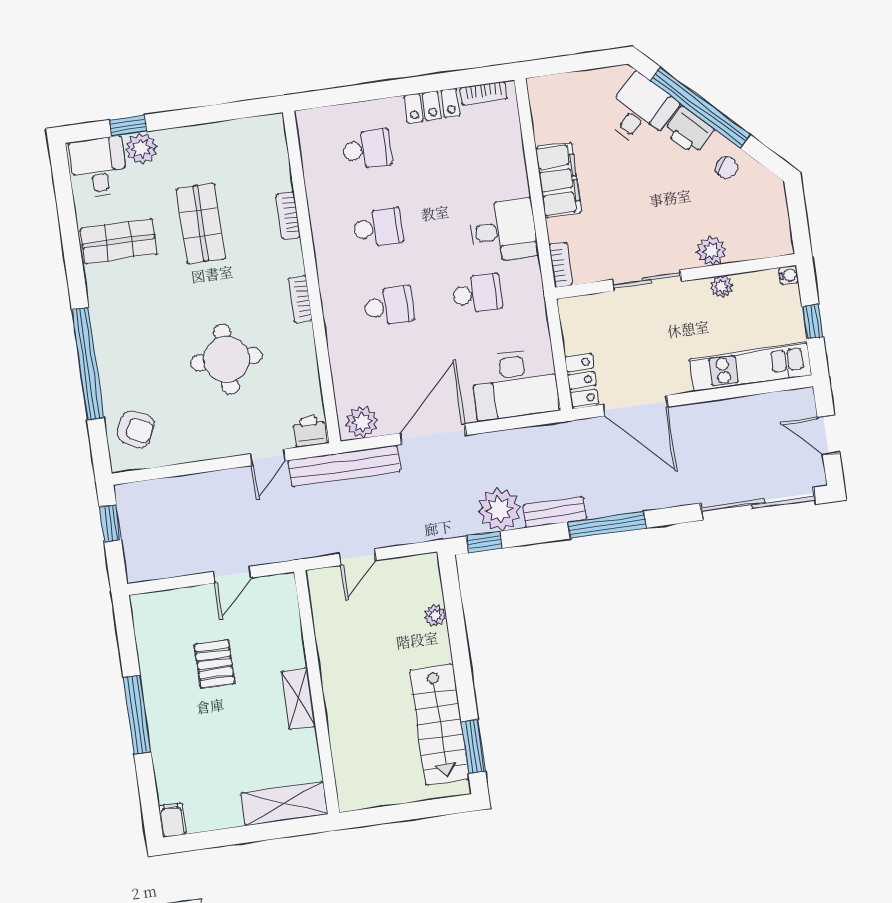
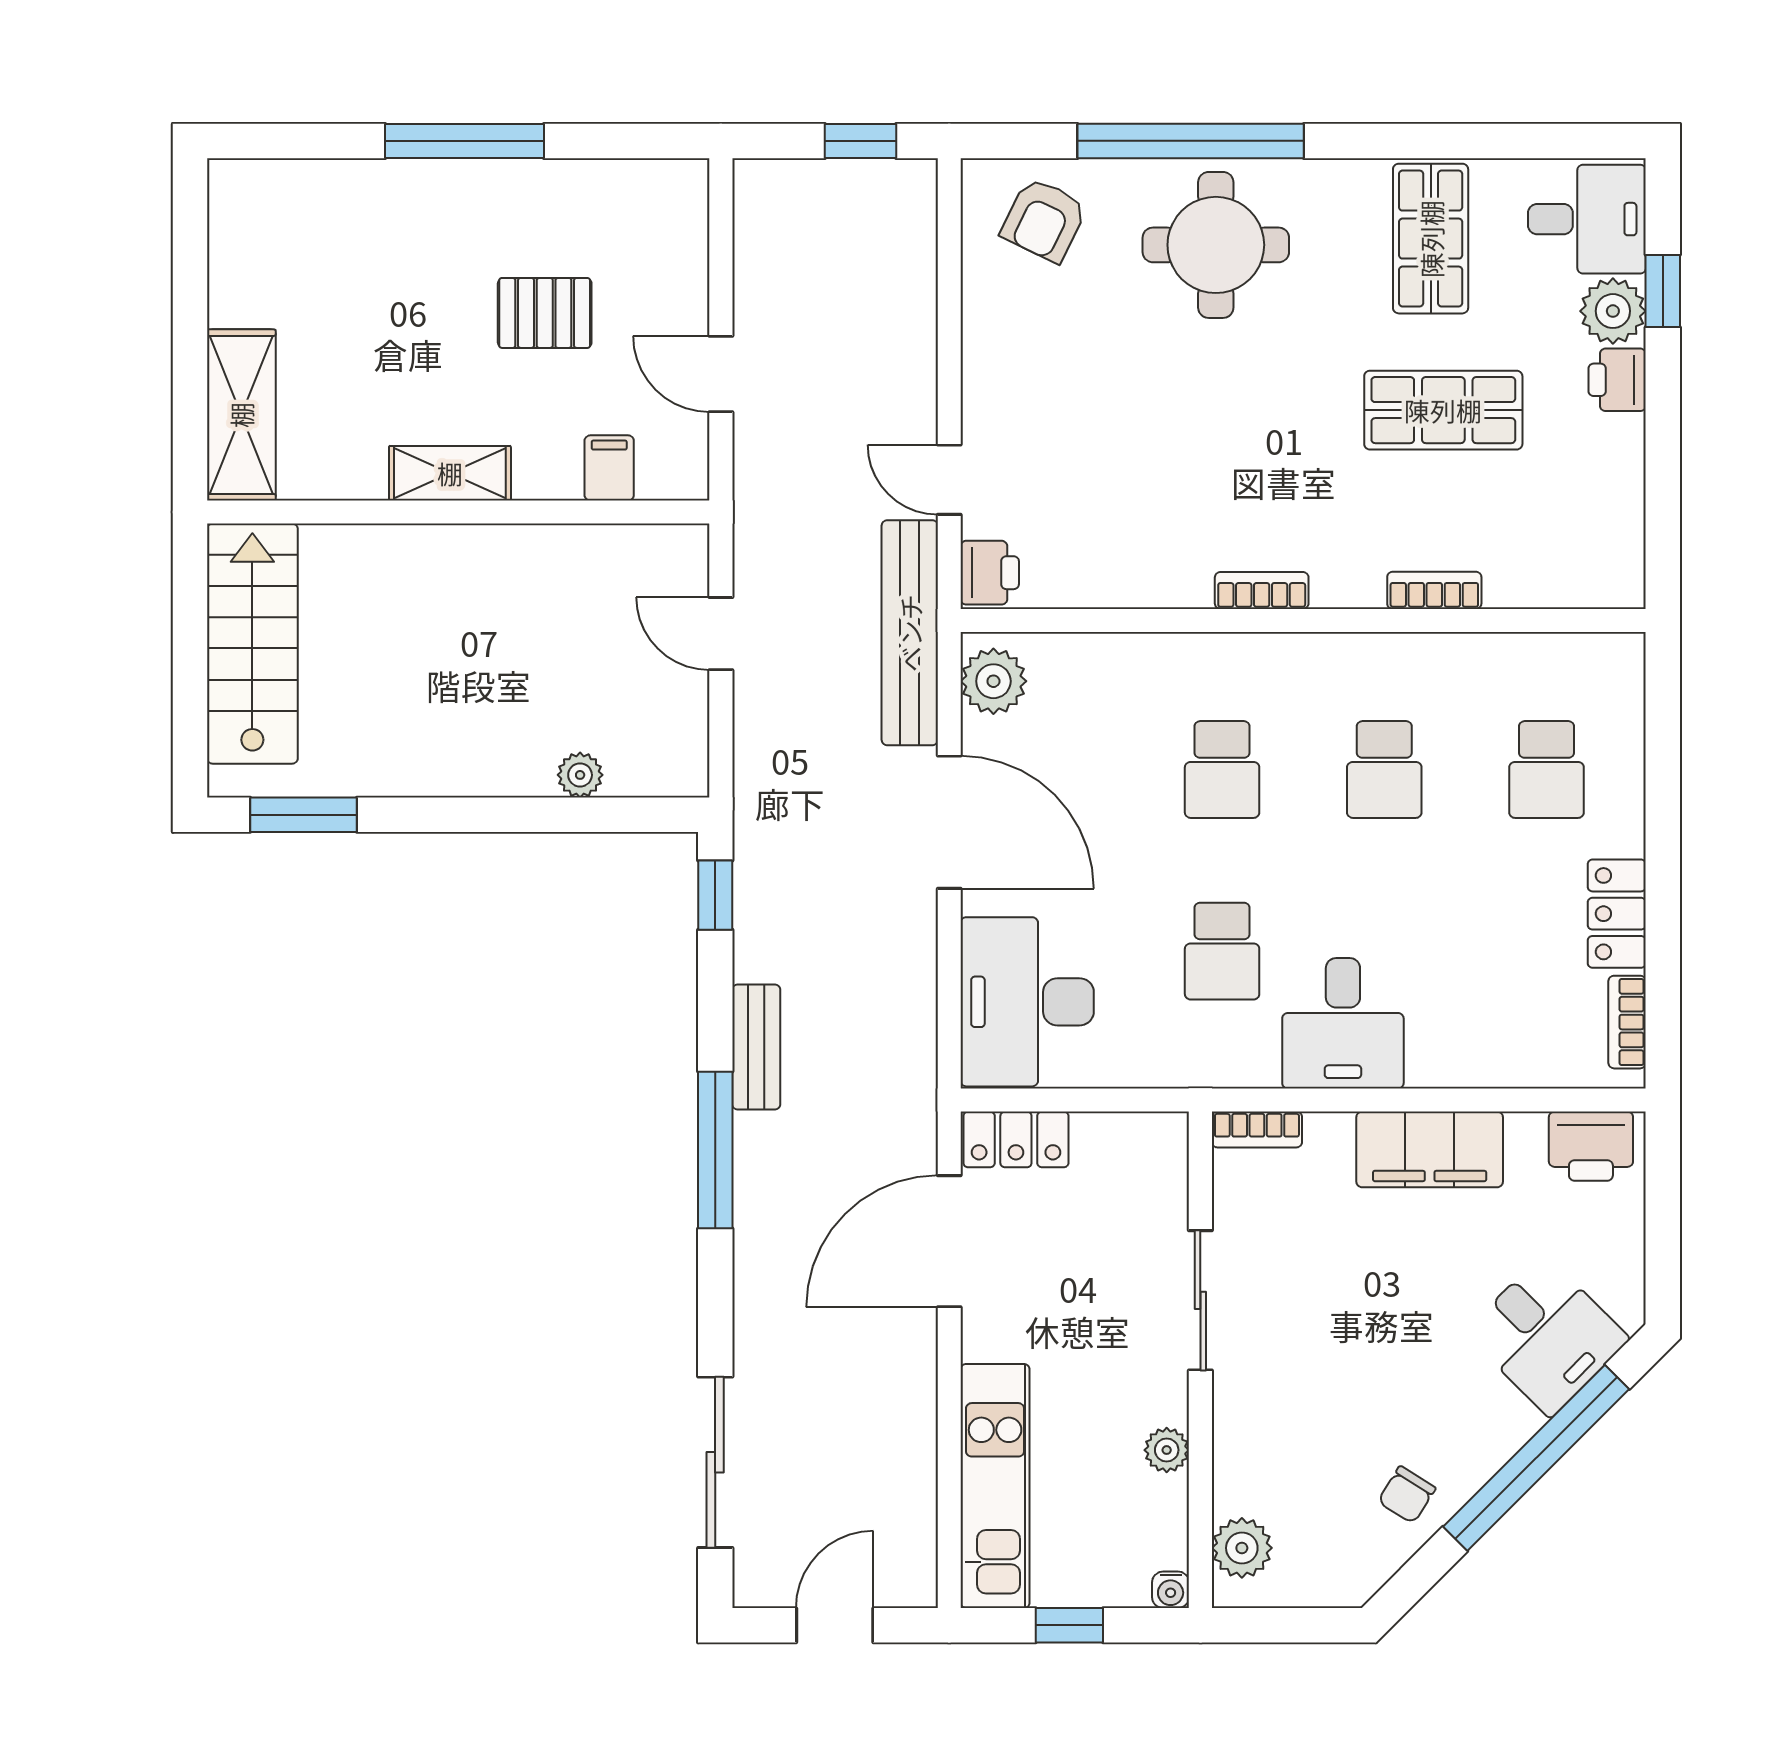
printer: (689, 131) -> (1591, 1146), moved, turned -135
printer: (174, 142) -> (1617, 380), added
plant: (711, 251) -> (1242, 1548), moved
round table: (226, 359) -> (1216, 245), moved
sliding door: (758, 504) -> (715, 1462), width x0.73
plant: (499, 510) -> (777, 935), removed
stairs: (439, 724) -> (252, 644), moved, turned 90
filing cabinet: (172, 820) -> (609, 468), moved, turned -90

